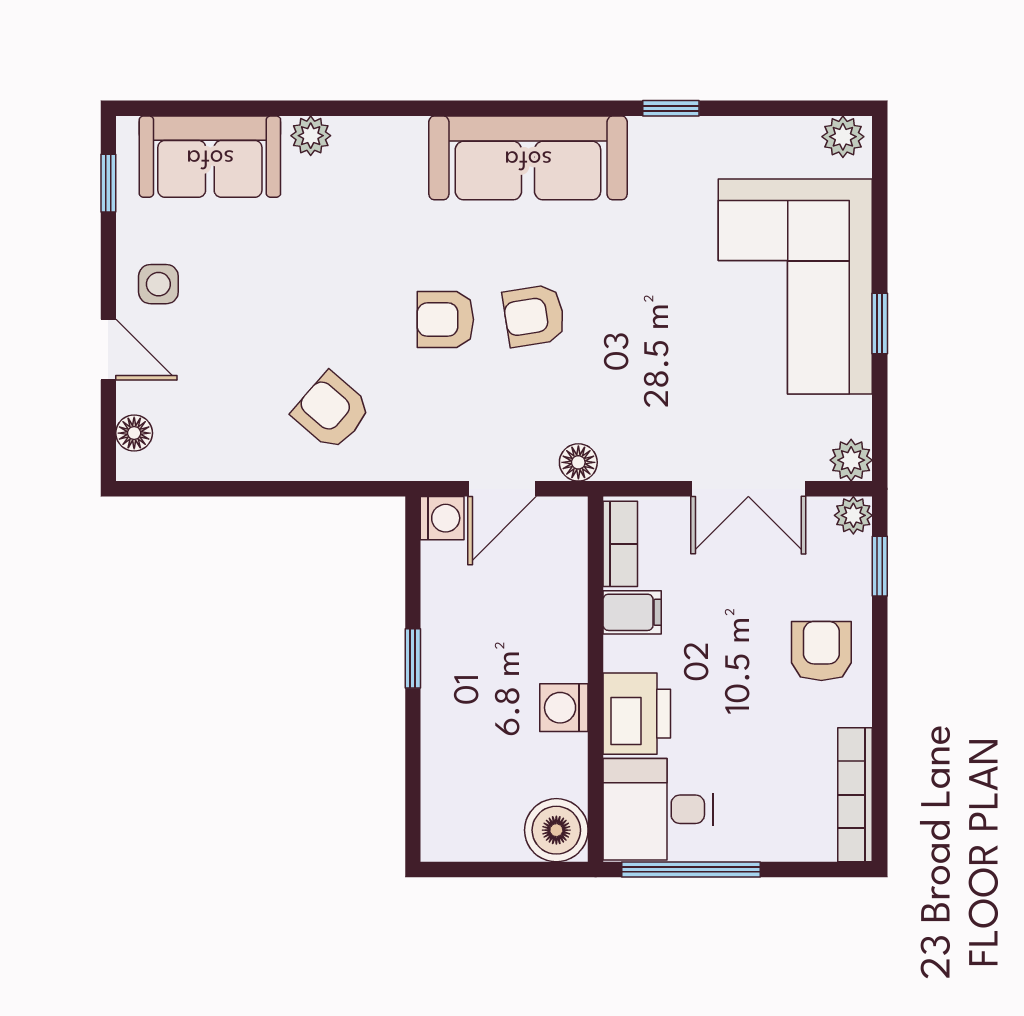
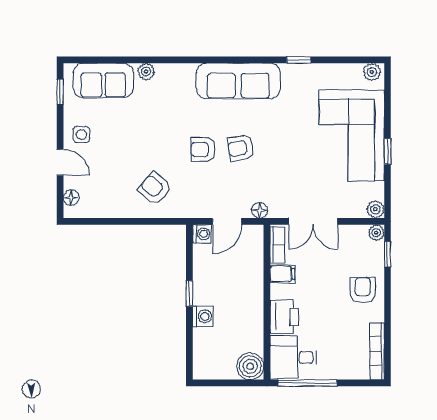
double door: (748, 489) -> (313, 221), moved
washing machine: (564, 708) -> (203, 316), moved, turned 180

